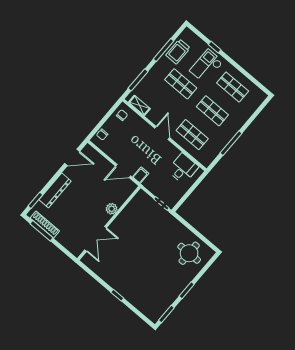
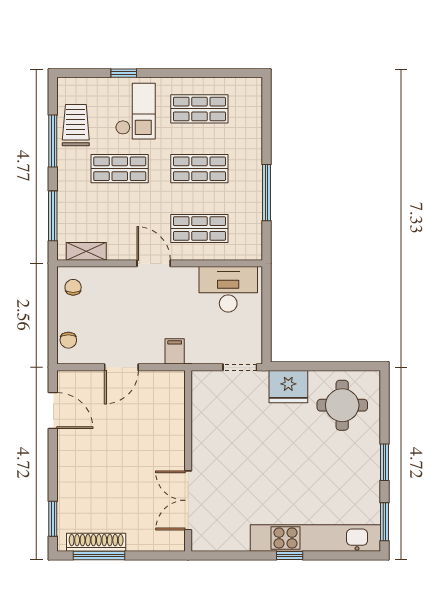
trolley: (178, 52) -> (76, 125), turned 180
checkout: (206, 66) -> (135, 111), turned 180
door: (72, 157) -> (53, 411), hinge flipped
desk: (183, 169) -> (228, 289), width x1.37
door: (123, 171) -> (121, 367), moved
dresser: (55, 190) -> (69, 480), removed
plant: (112, 209) -> (174, 437), removed
fridge: (174, 228) -> (288, 387), added
double door: (96, 239) -> (188, 500), swing flipped
kitchen unit: (134, 297) -> (315, 538), added

